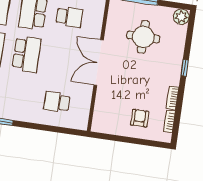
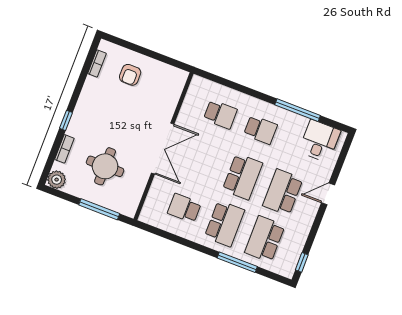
school desk: (27, 54) -> (243, 177), turned 180
school desk: (20, 97) -> (261, 130), added
bookcase: (173, 98) -> (64, 149), moved

